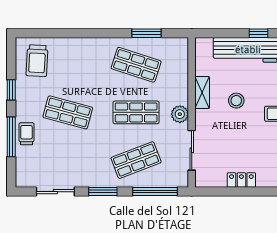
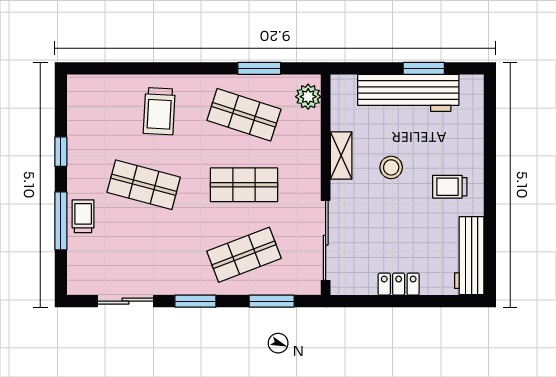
window: (258, 33) -> (424, 68), width x1.50
trolley: (37, 61) -> (159, 111), moved
plant: (180, 114) -> (308, 97), moved
sliding door: (192, 150) -> (326, 240), width x1.37
window: (155, 192) -> (272, 301), width x0.69

